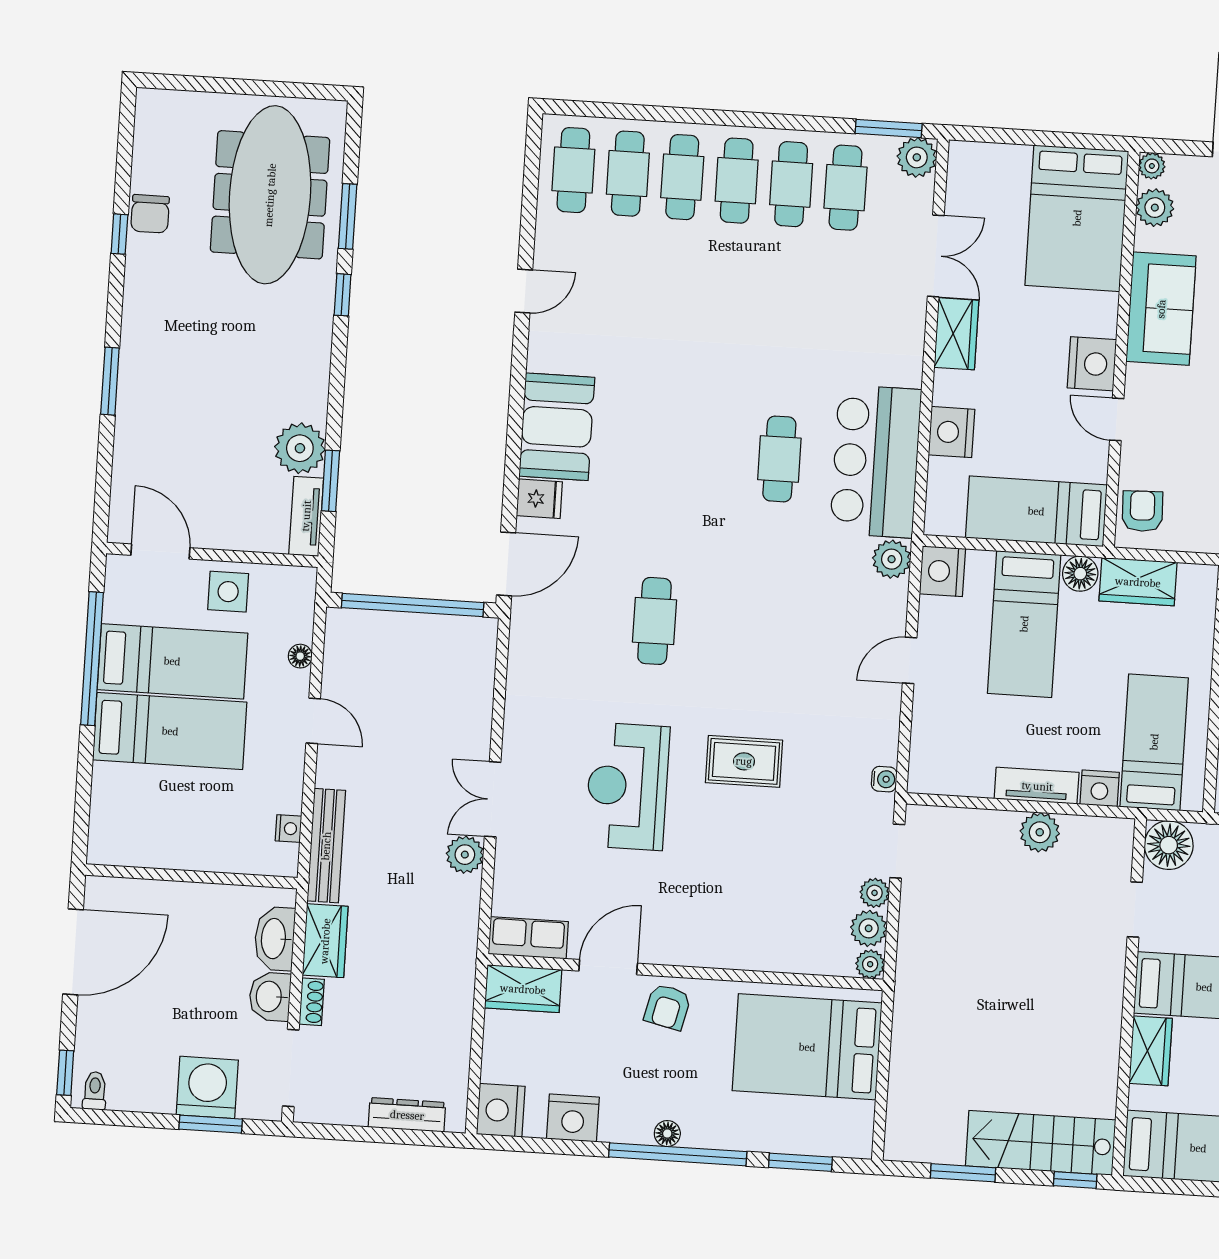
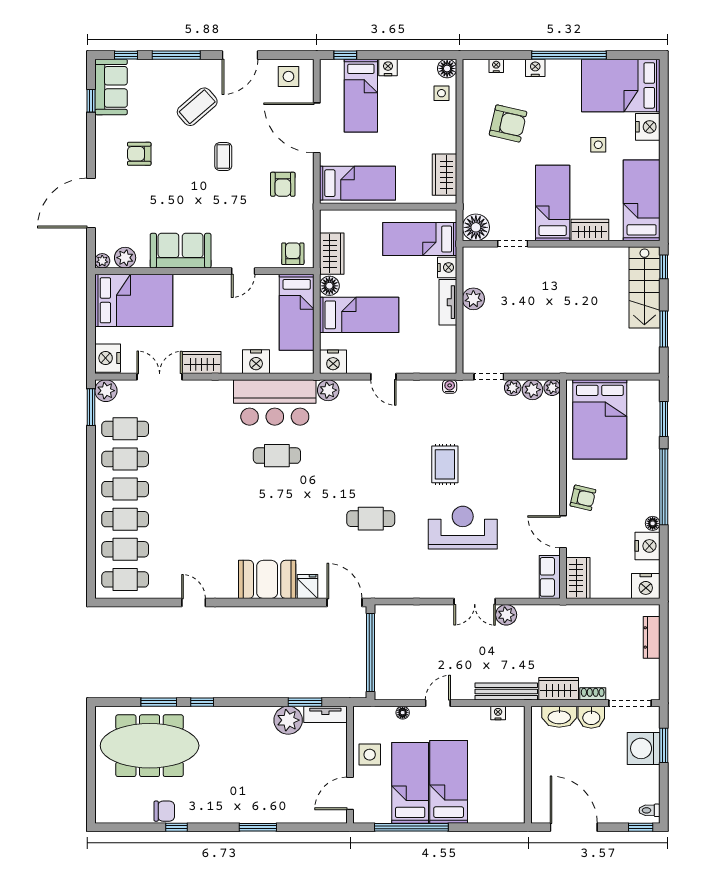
nightstand: (1092, 364) -> (108, 358), moved, turned -90
armchair: (1142, 511) -> (293, 254), turned 92
reception desk: (627, 786) -> (463, 528), turned 180
floor lamp: (667, 1134) -> (653, 523), moved

